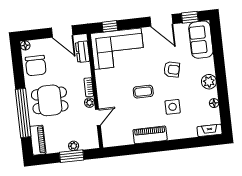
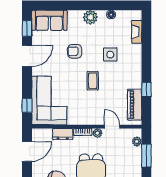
dresser: (83, 52) -> (63, 134), moved
armchair: (172, 69) -> (75, 51), turned -103
fireplace: (210, 130) -> (137, 32), moved
piano: (150, 135) -> (135, 105), moved
plant: (74, 146) -> (137, 141), moved
window: (140, 148) -> (146, 89), added

